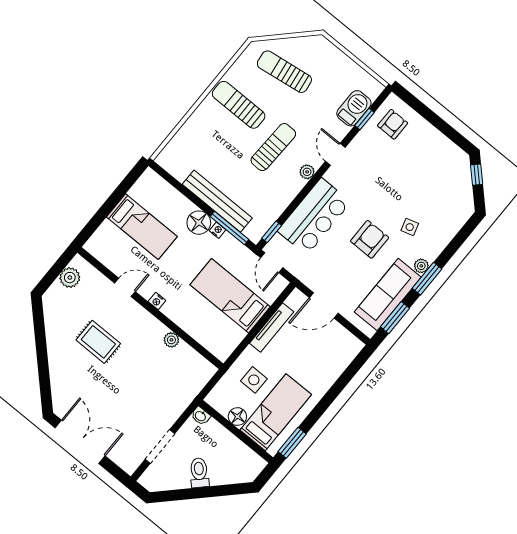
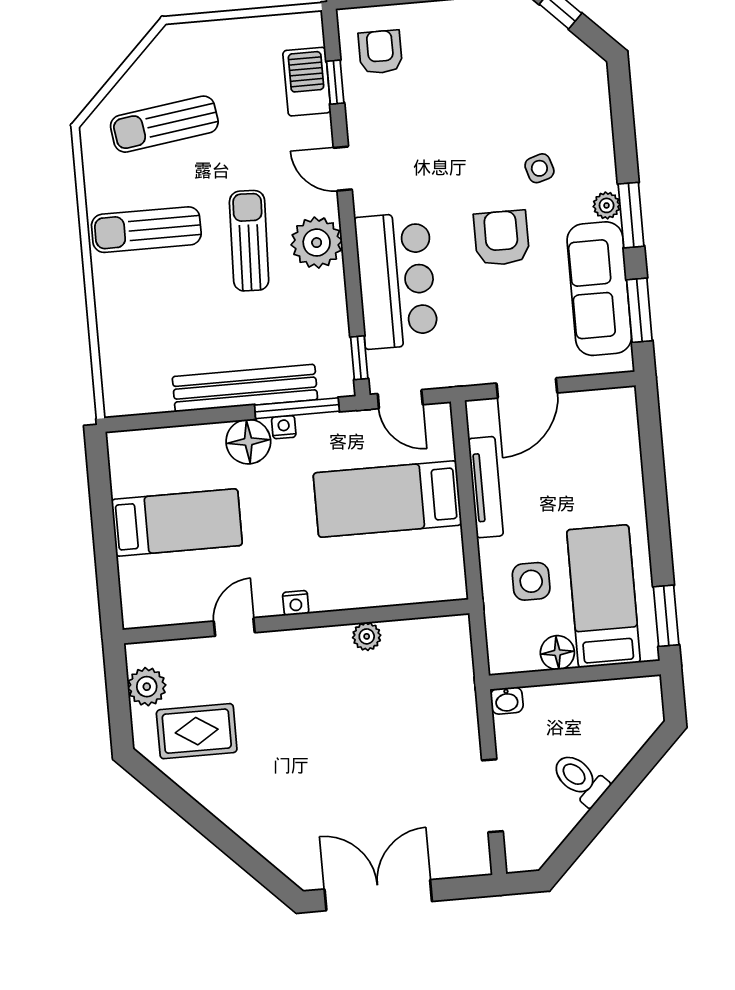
plant: (307, 172) -> (317, 243), width x1.88, depth x1.88
rug: (98, 342) -> (197, 731), moved

